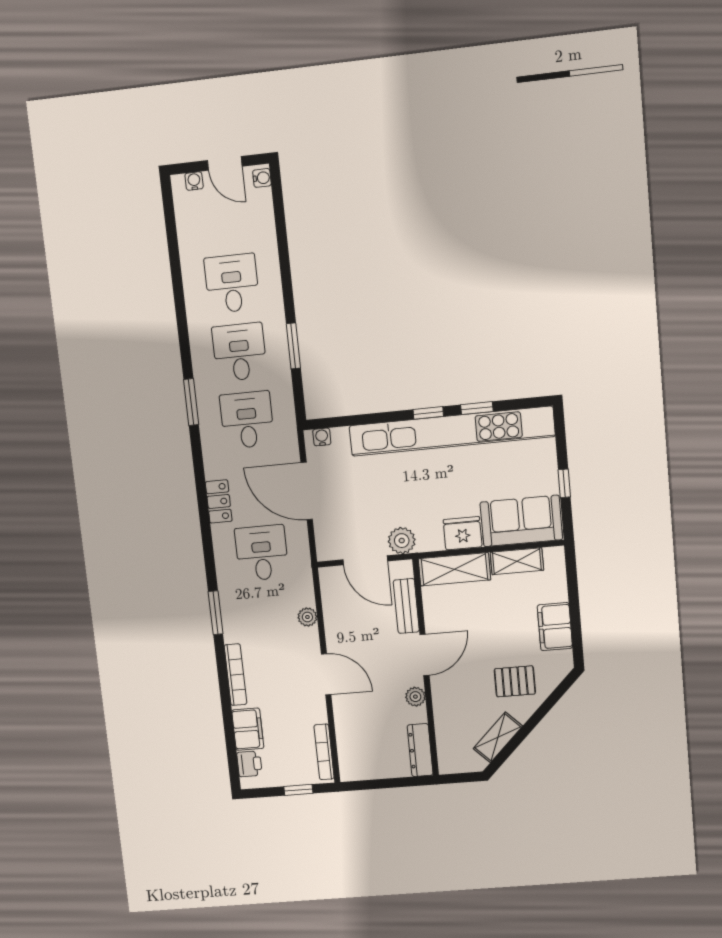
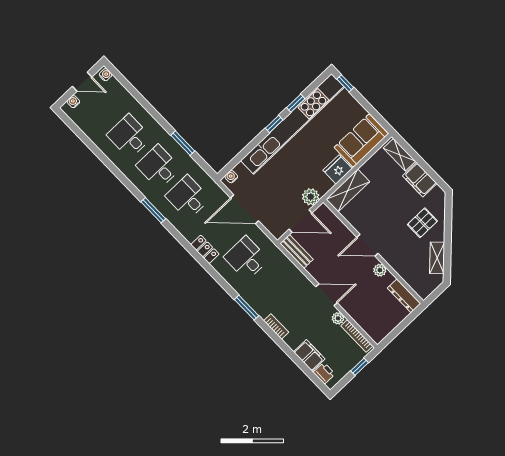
window: (564, 483) -> (345, 83), moved
shelving: (517, 561) -> (399, 155), moved, turned 90
bench: (406, 606) -> (297, 251), moved
plant: (307, 617) -> (338, 318), moved
door: (424, 655) -> (367, 245), swing flipped
bookcase: (235, 675) -> (276, 326), width x0.64

